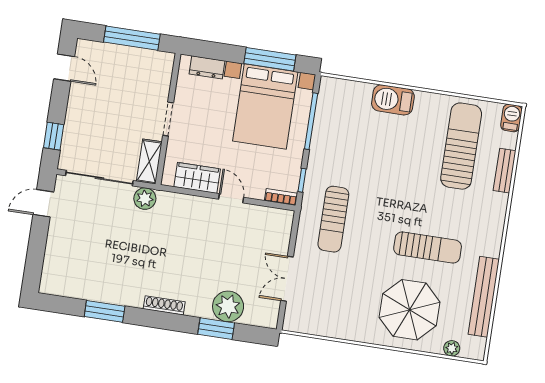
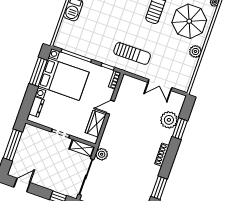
plant: (358, 331) -> (195, 51), added

